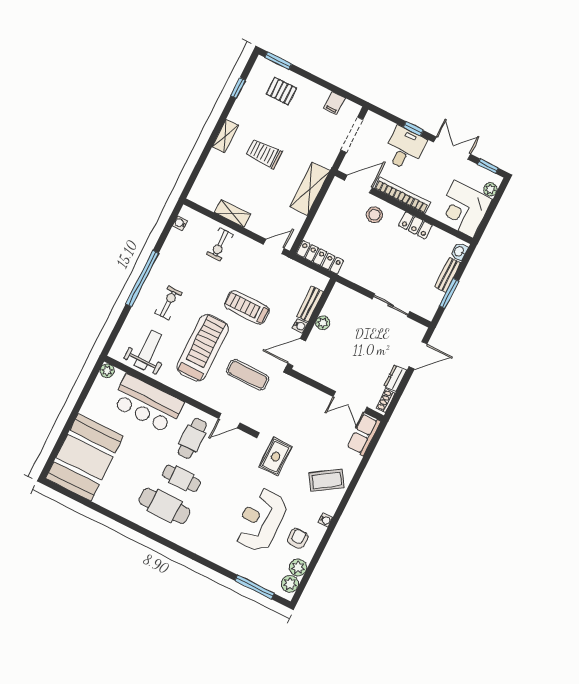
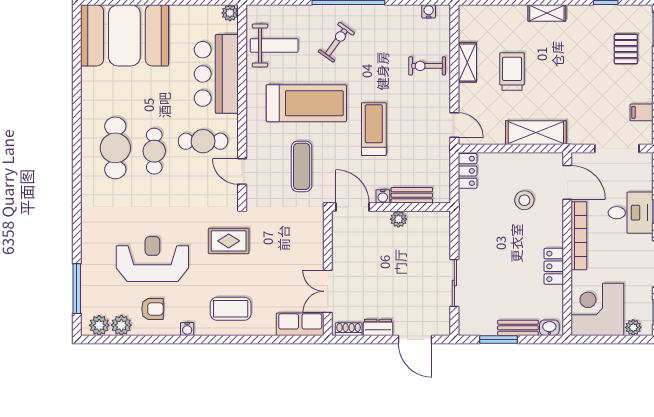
trolley: (264, 153) -> (512, 72), moved
stool: (374, 215) -> (524, 200), moved
locker: (320, 257) -> (468, 171), width x0.66
exercise bike: (169, 303) -> (336, 42), turned -54
coffee table: (327, 480) -> (231, 309), turned -57

